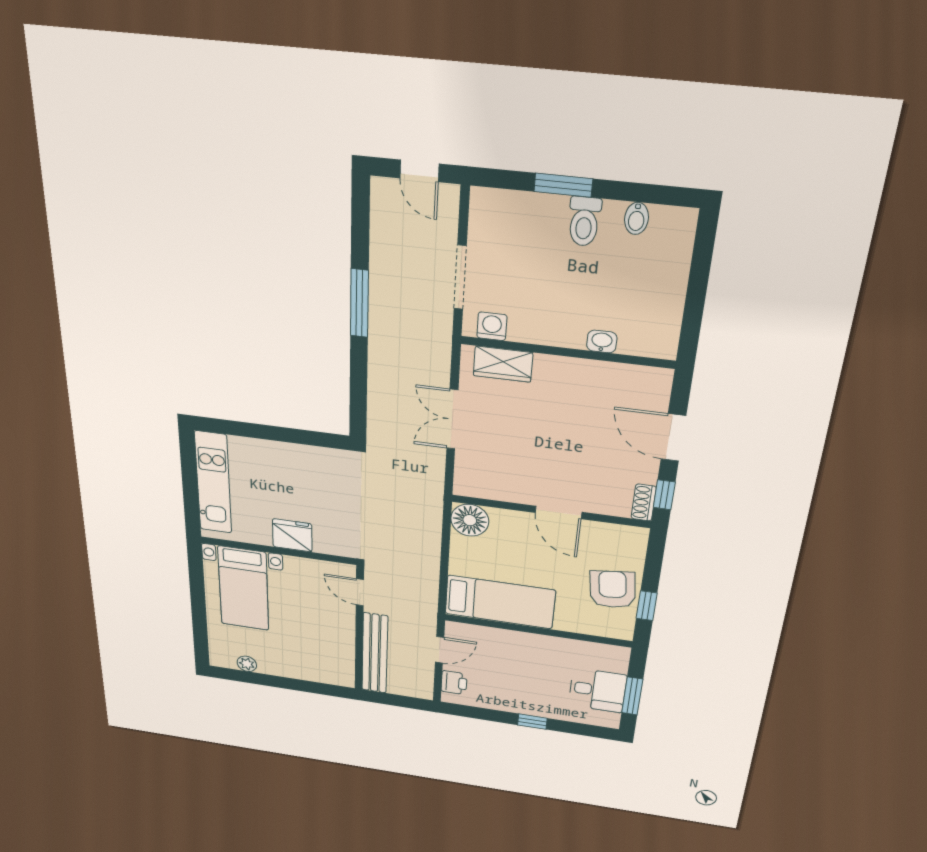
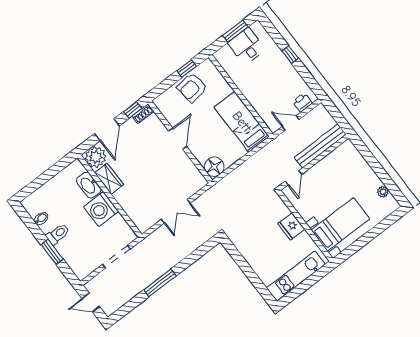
door: (419, 171) -> (91, 302), swing flipped
washing machine: (492, 326) -> (101, 209), moved, width x1.89, depth x1.89
washbasin: (602, 341) -> (89, 185), width x1.91, depth x1.45
wardrobe: (503, 364) -> (109, 179), moved
plant: (649, 386) -> (96, 157), added

